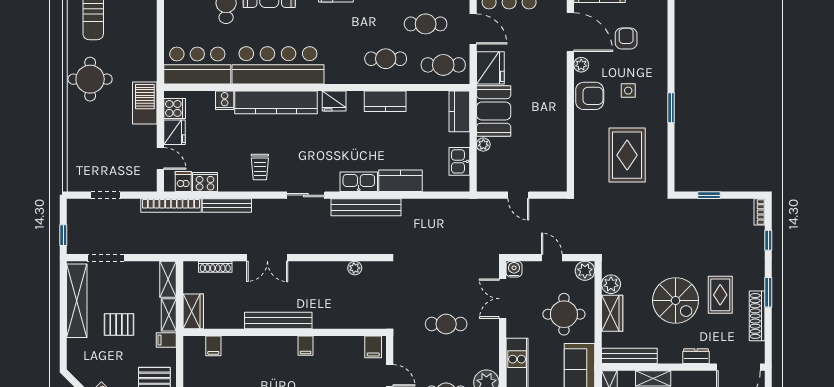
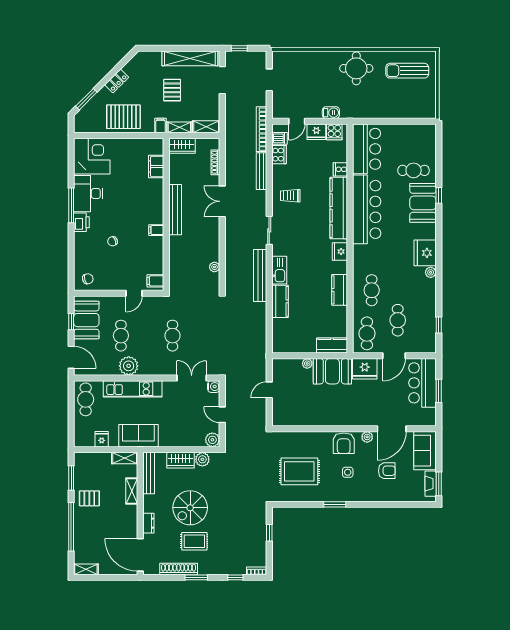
barbecue: (145, 103) -> (331, 113), width x0.53, depth x0.65
kitchen sink: (459, 161) -> (295, 346), removed
door: (552, 258) -> (222, 415), swing flipped
round table: (564, 314) -> (180, 424), removed
filing cabinet: (213, 346) -> (156, 166), width x2.00

